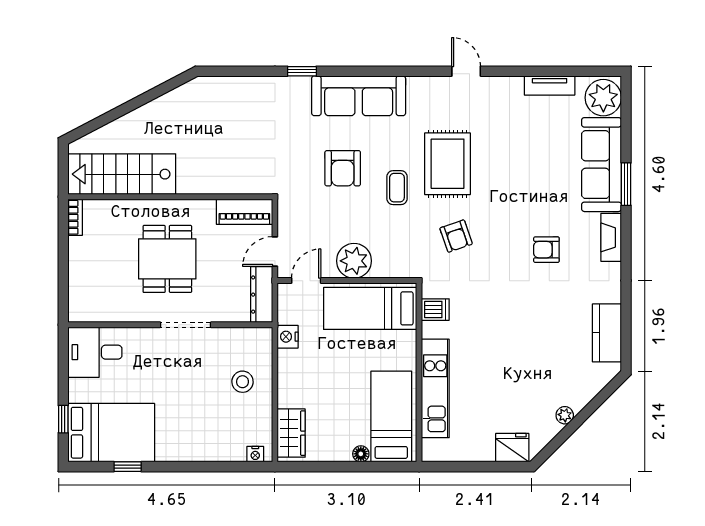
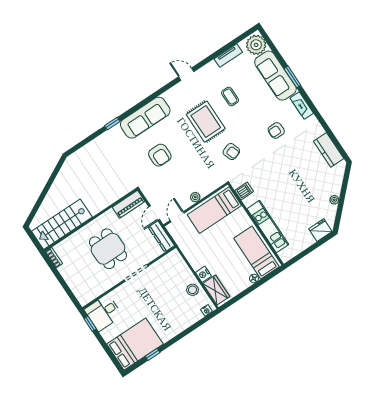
coffee table: (397, 188) -> (230, 97), moved
plant: (354, 261) -> (195, 197), width x0.53, depth x0.53
nightstand: (288, 337) -> (203, 274), moved
stool: (243, 382) -> (192, 290), moved
window: (63, 419) -> (90, 324), moved

